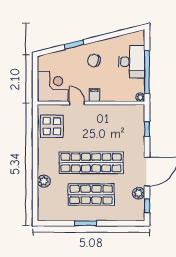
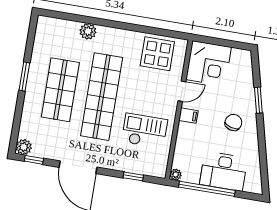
checkout: (111, 126) -> (145, 131), added
plant: (139, 193) -> (24, 147), moved

